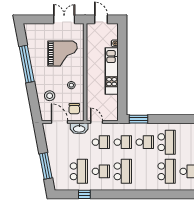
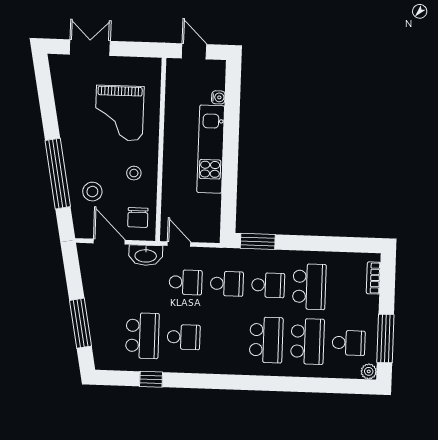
double door: (64, 19) -> (90, 48), moved
grand piano: (62, 53) -> (119, 113), turned 90
window: (27, 64) -> (58, 174), moved
school desk: (123, 171) -> (266, 340), moved

